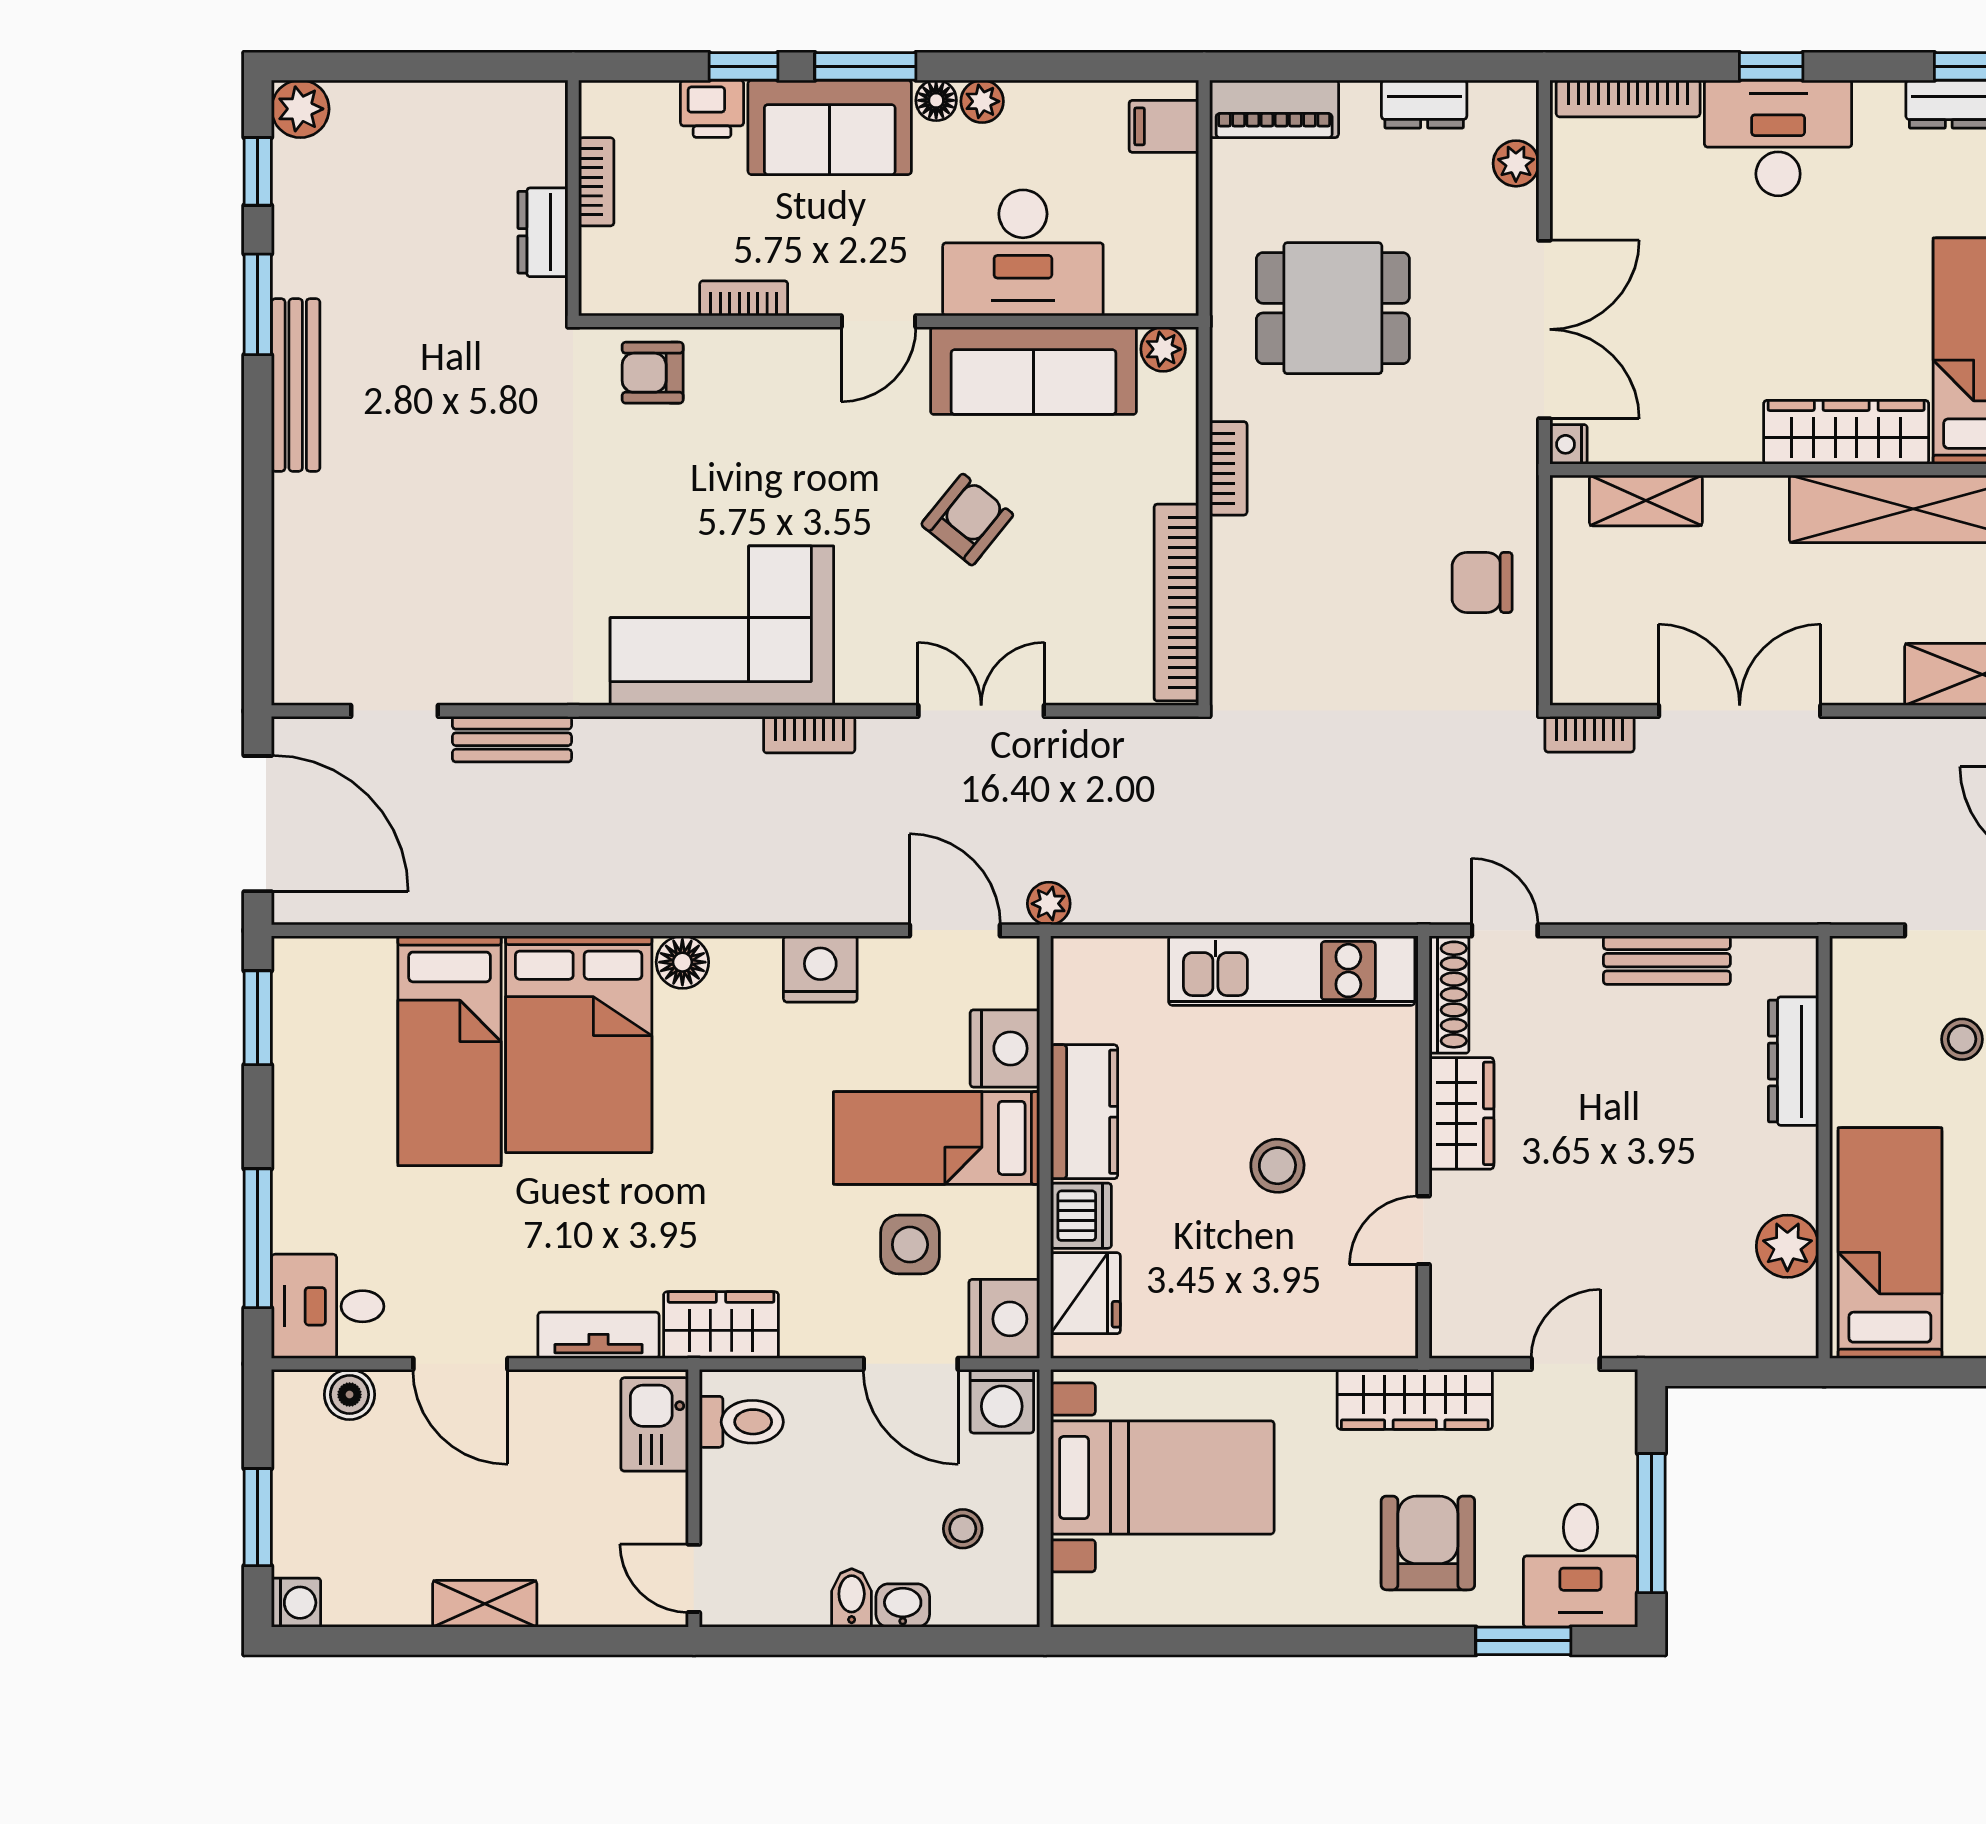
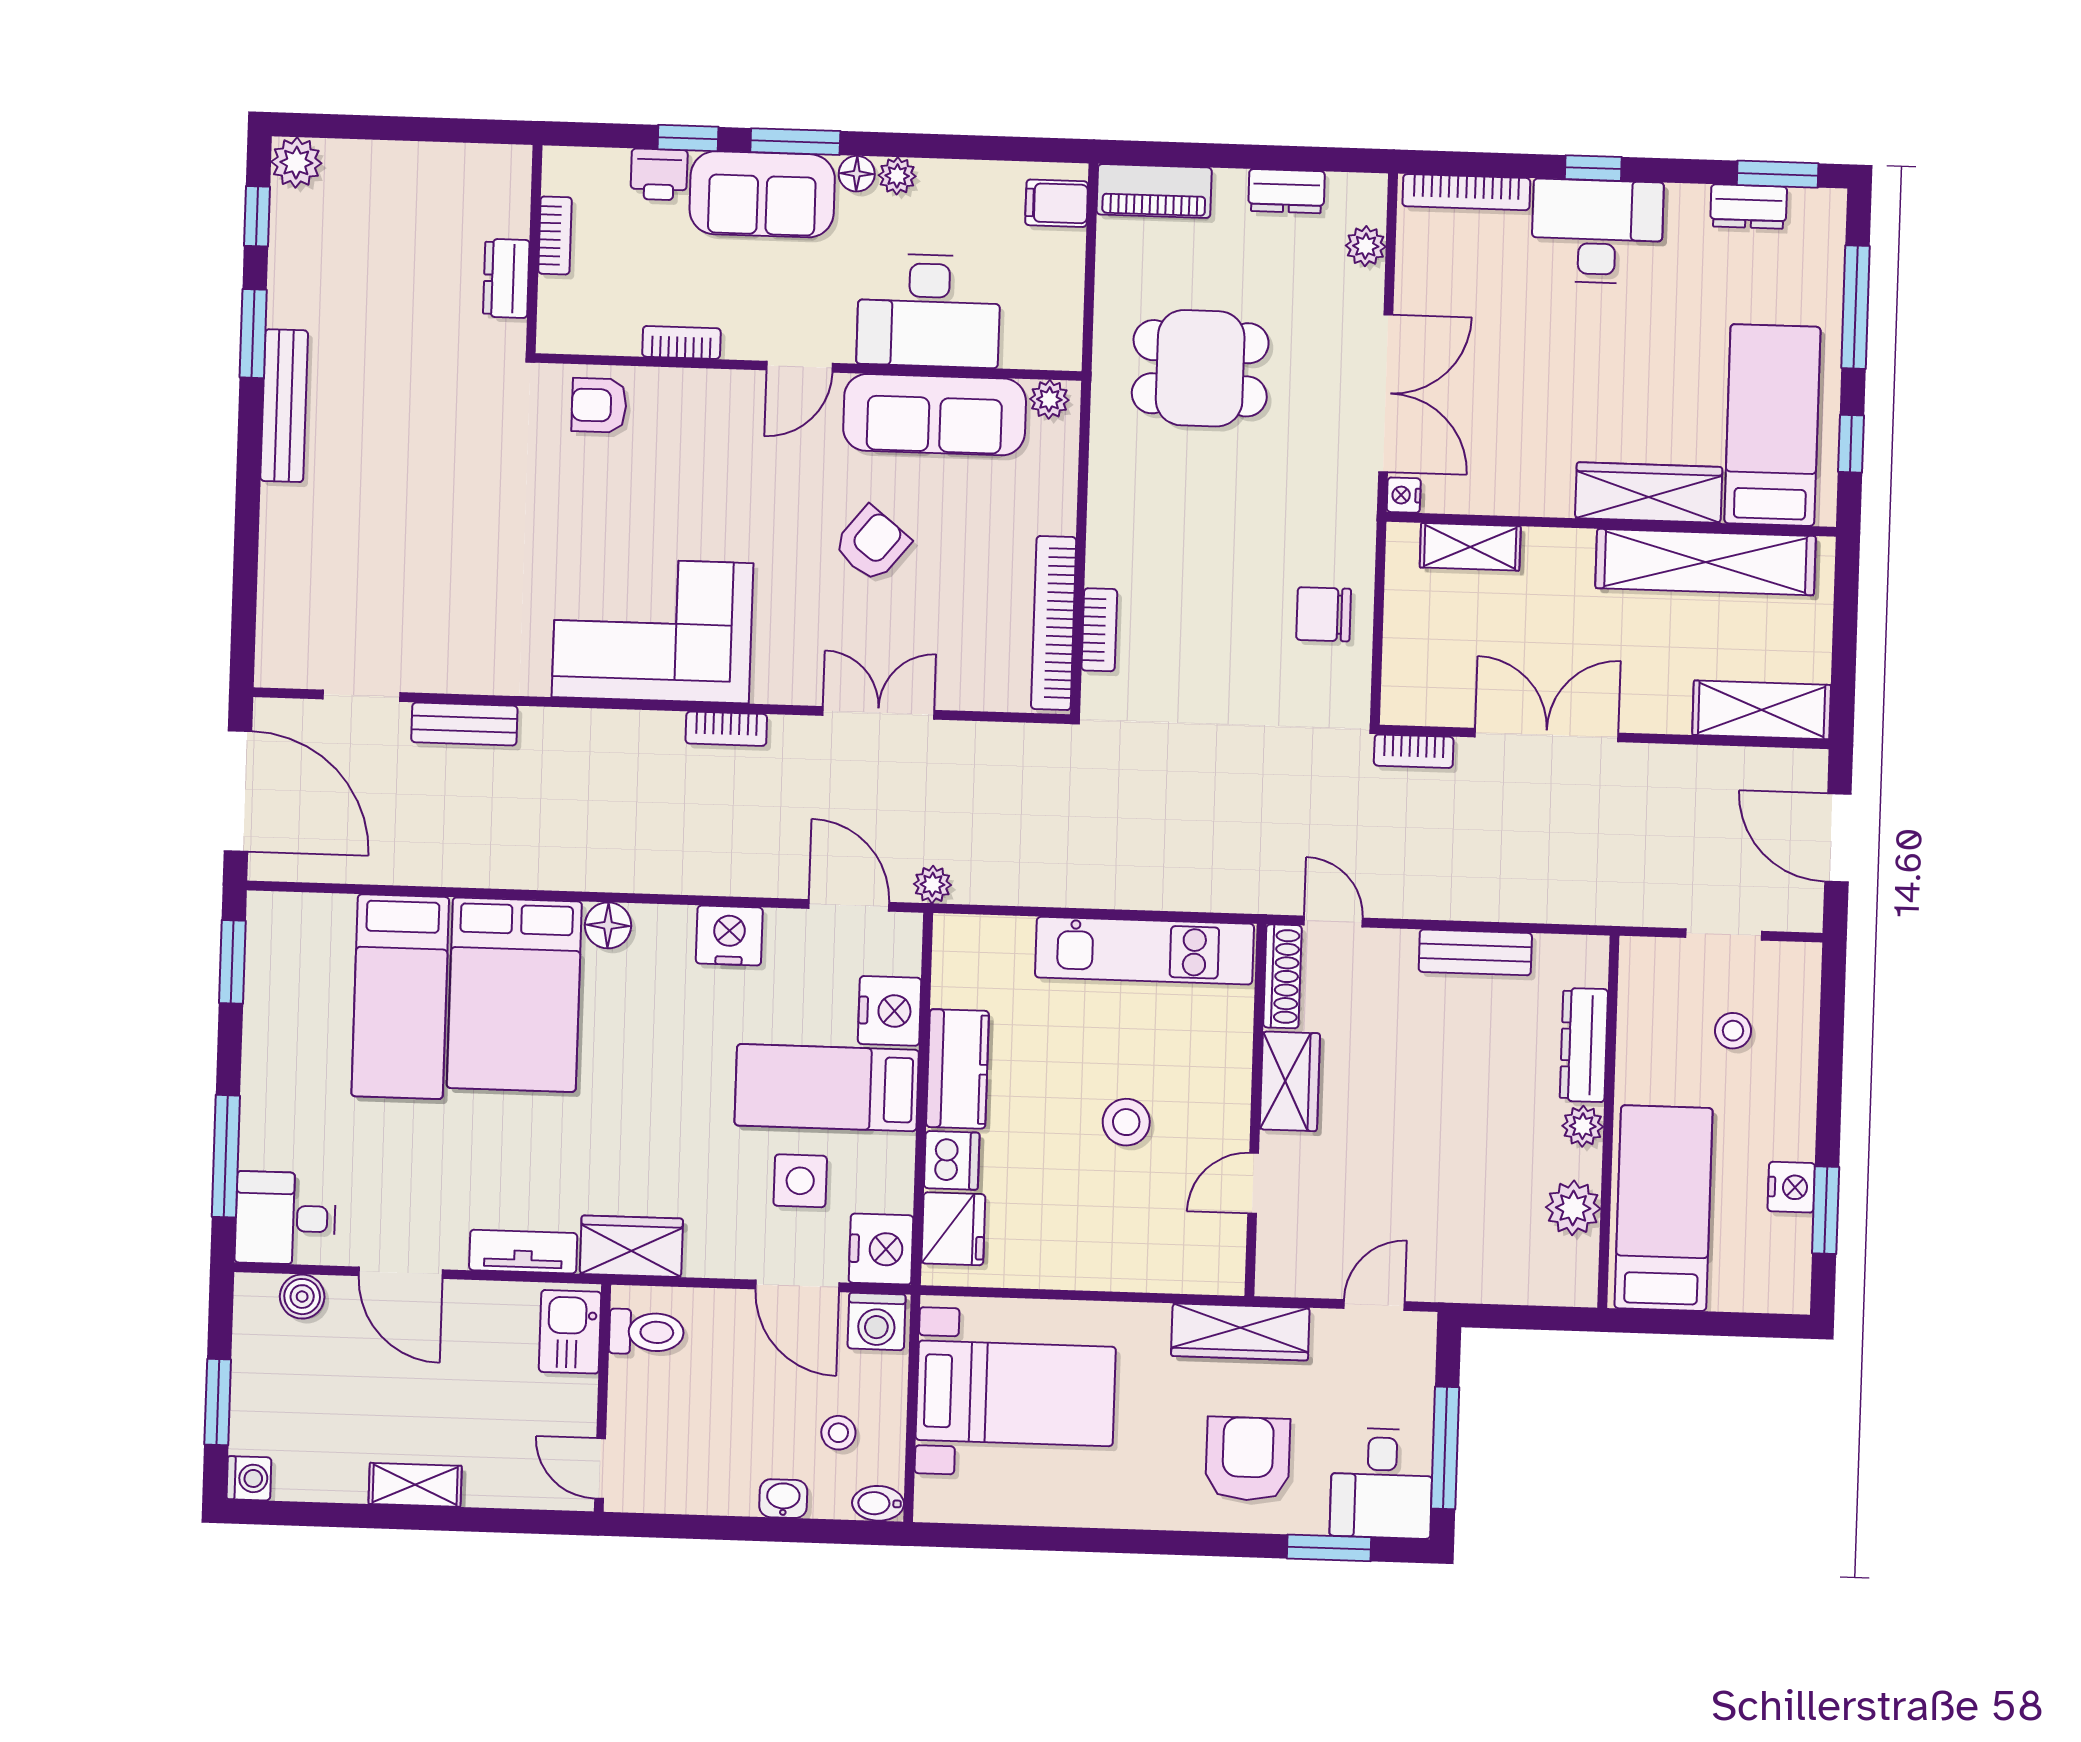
bookcase: (1228, 468) -> (1099, 630), moved
plant: (1795, 1153) -> (1583, 1126), added
bidet: (852, 1598) -> (878, 1503), moved, turned -90

